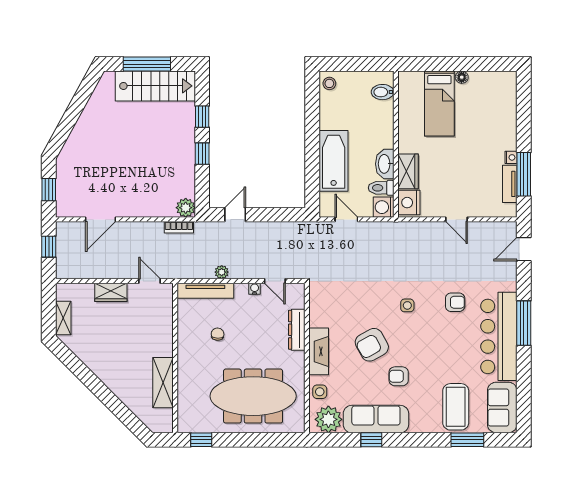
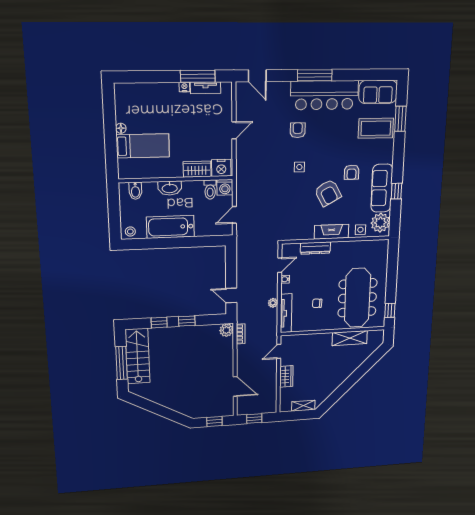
bathtub: (334, 161) -> (171, 227), moved
washbasin: (385, 164) -> (170, 188), moved
meeting table: (253, 396) -> (357, 298), moved

